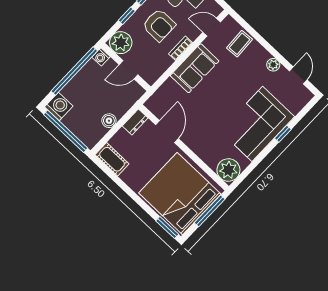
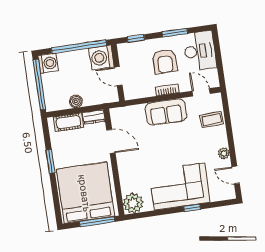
window: (127, 16) -> (136, 38), moved
plant: (121, 43) -> (128, 52), removed
washing machine: (101, 57) -> (101, 58), width x1.89, depth x1.89
door: (298, 75) -> (236, 175), swing flipped
door: (167, 132) -> (111, 141), hinge flipped
cot: (112, 159) -> (68, 122), moved, turned 90
window: (167, 228) -> (50, 161), moved

